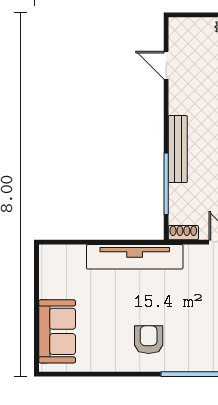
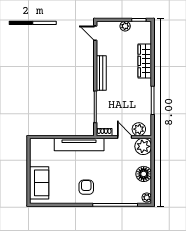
door: (166, 65) -> (95, 33), moved
bench: (178, 149) -> (101, 73), moved

